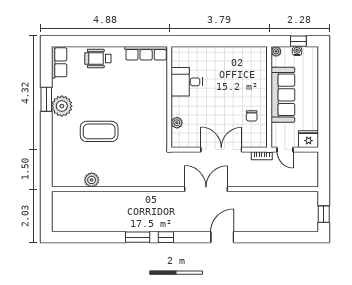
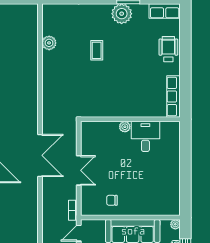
plant: (177, 123) -> (125, 127), moved
coffee table: (99, 131) -> (97, 50), width x0.54, depth x0.58
double door: (221, 150) -> (79, 170), width x0.73

